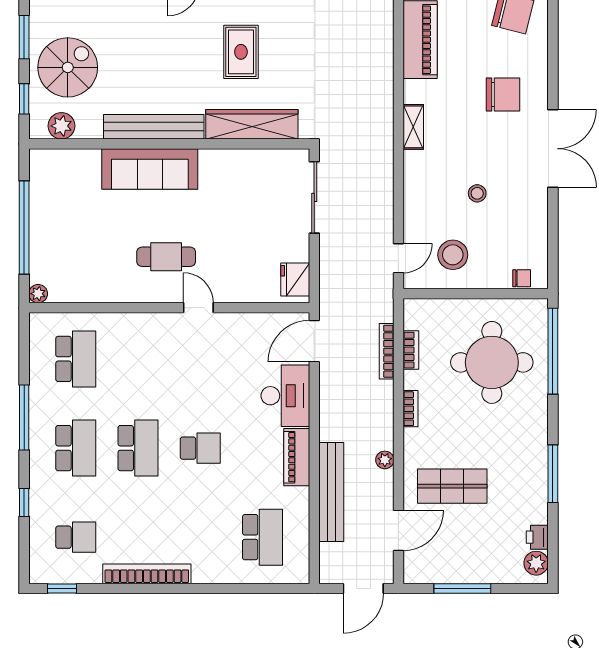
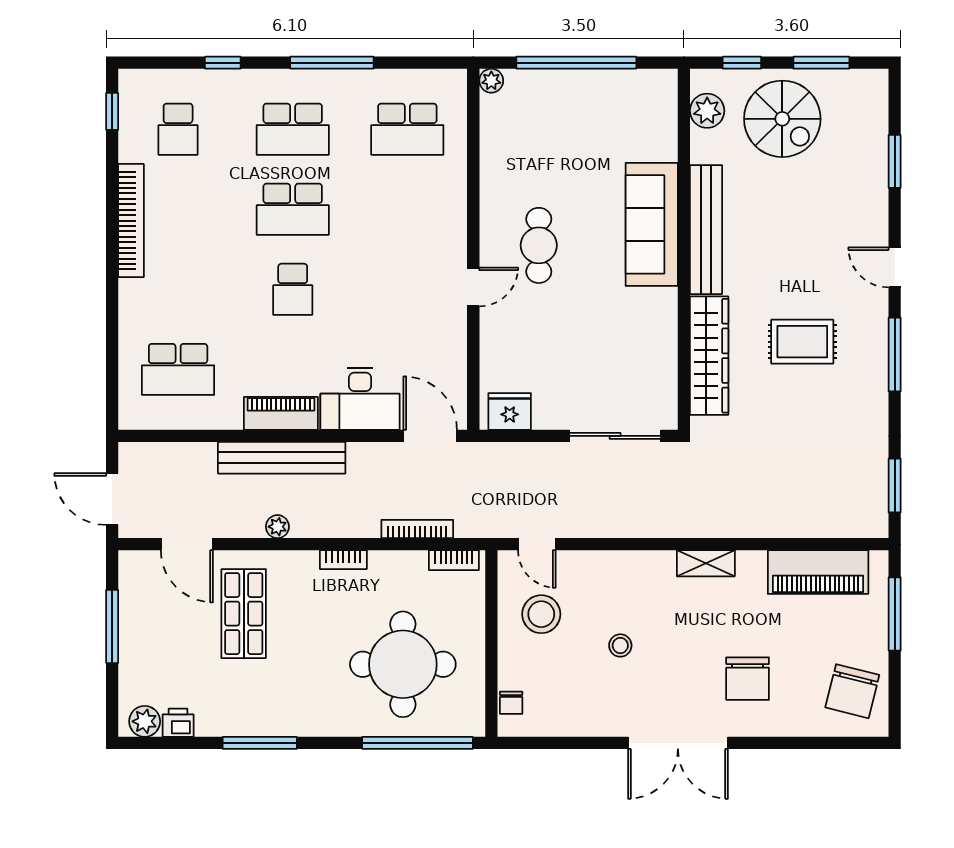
bookcase: (411, 350) -> (454, 560), moved
bench: (331, 492) -> (282, 458), moved

